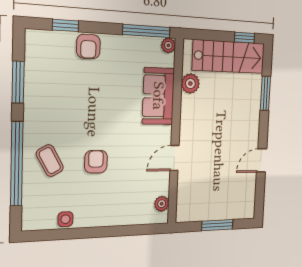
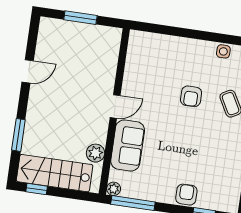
door: (174, 158) -> (115, 106), moved
plant: (162, 204) -> (134, 48), removed

